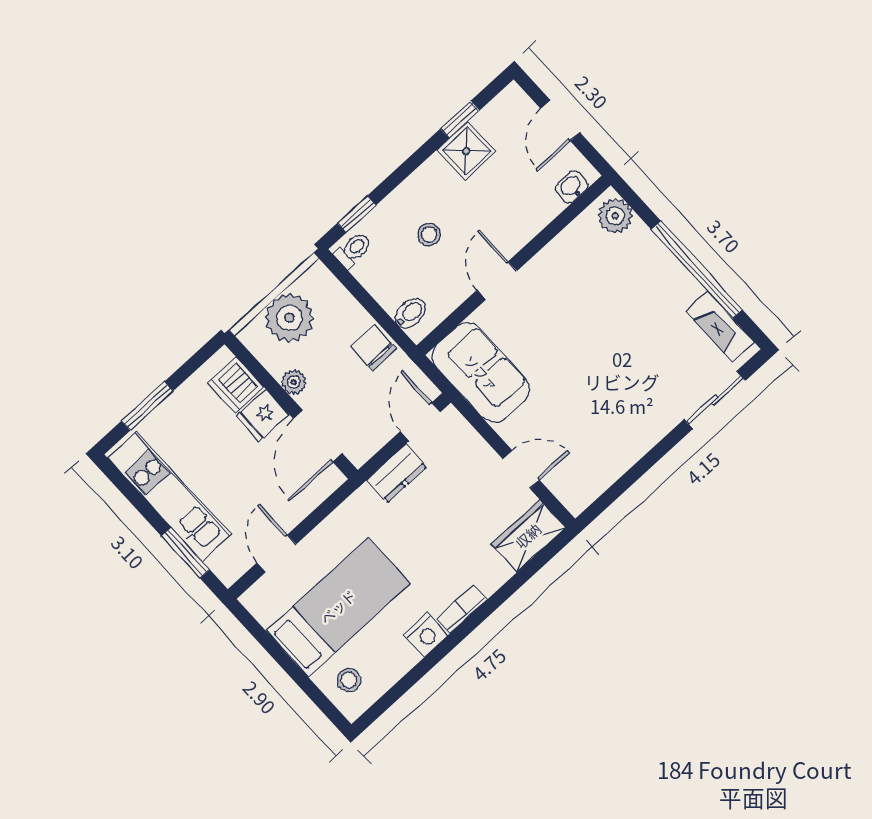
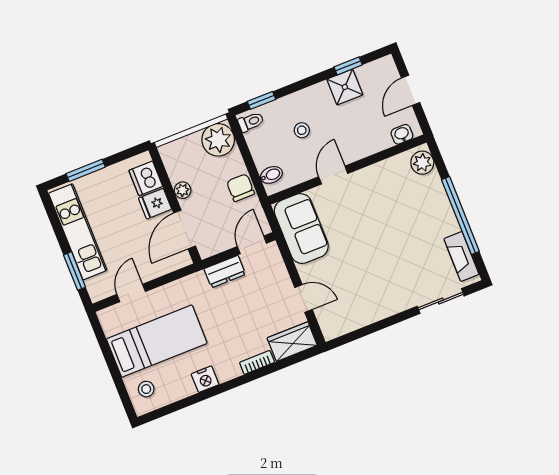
plant: (289, 318) -> (218, 140), moved
bookcase: (462, 609) -> (257, 362), moved

